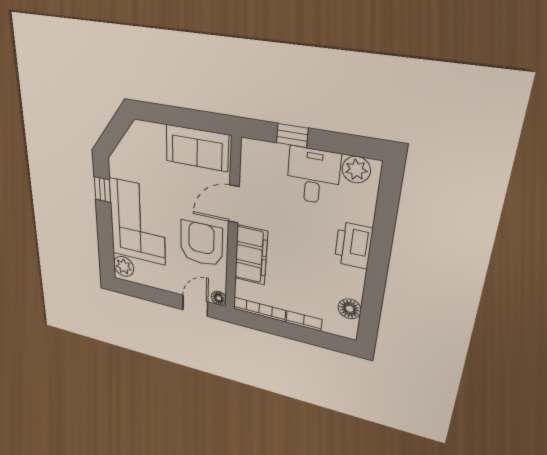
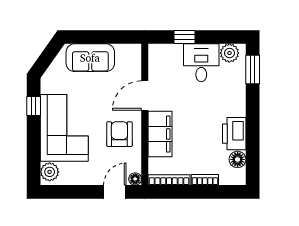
sofa: (197, 148) -> (90, 58), moved
window: (388, 199) -> (253, 69), added
armchair: (201, 244) -> (119, 134), width x0.73, depth x0.73
printer: (353, 245) -> (234, 134), moved

